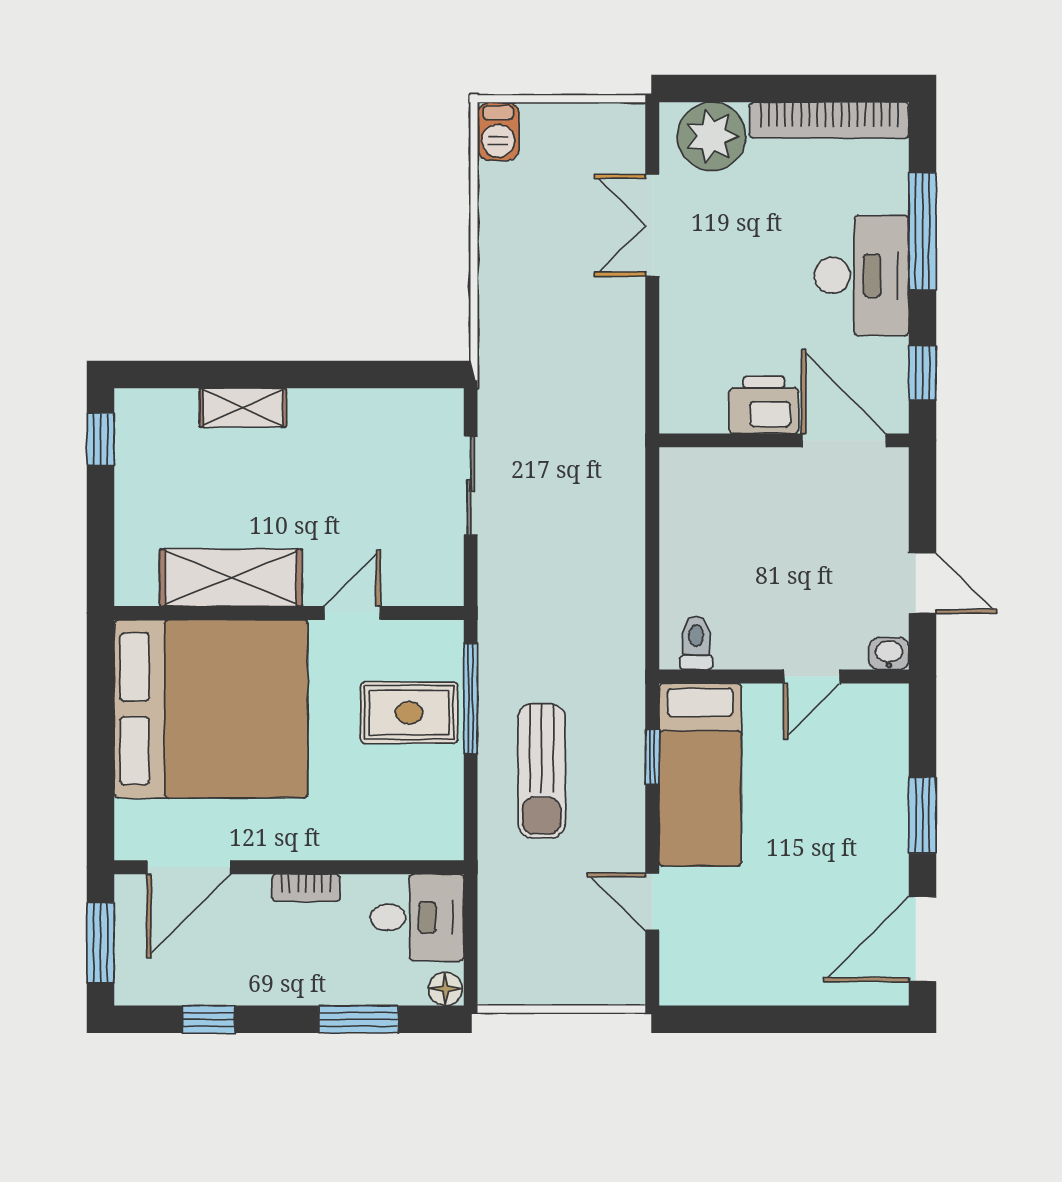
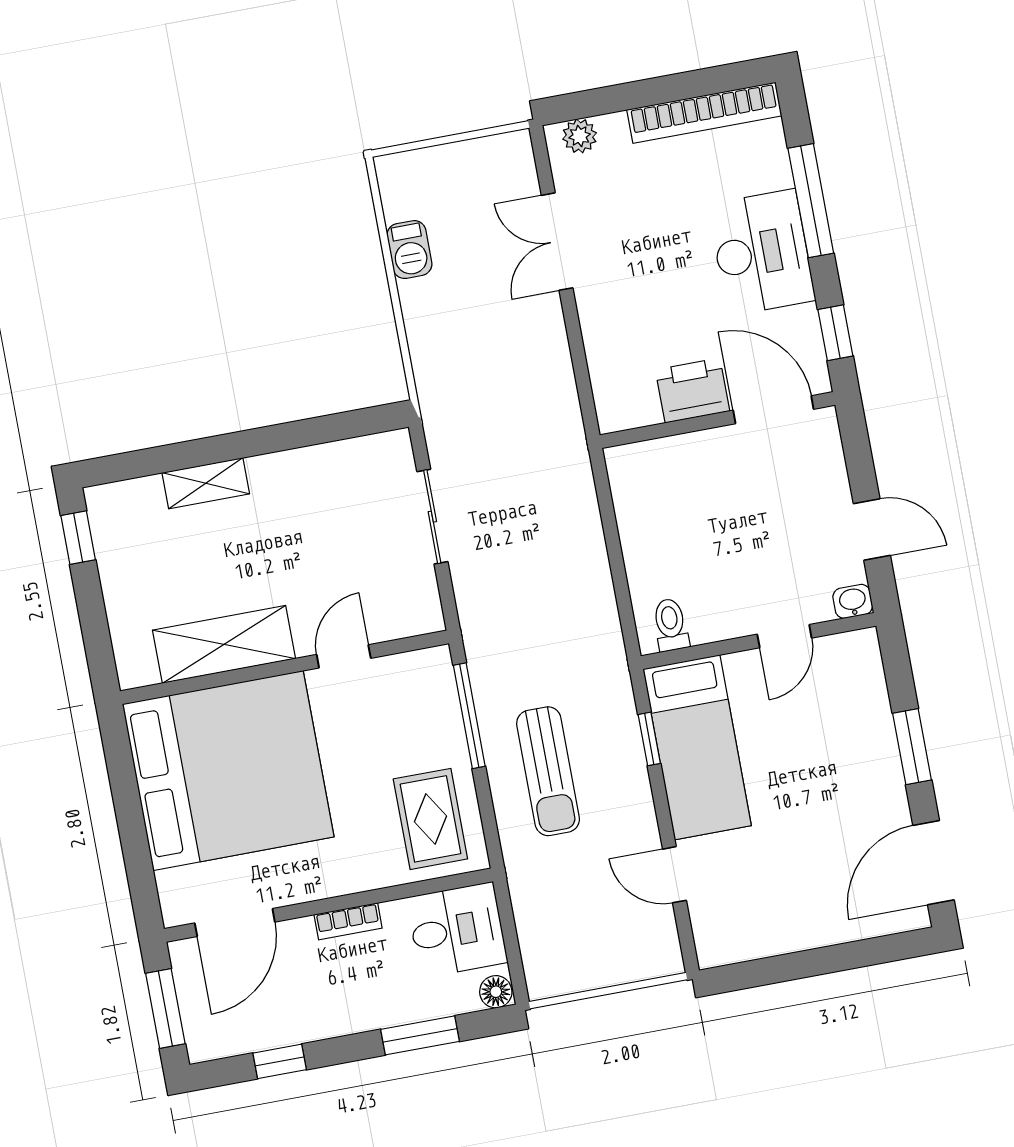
barbecue: (498, 131) -> (409, 250), moved
plant: (712, 136) -> (580, 136), width x0.53, depth x0.53
rug: (409, 713) -> (430, 819), moved, turned 90

